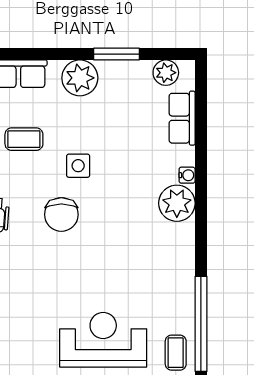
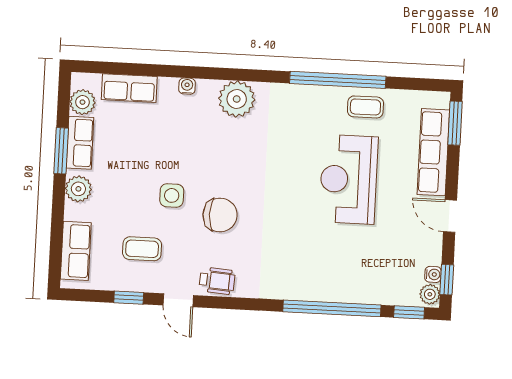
row of seats: (125, 72) -> (80, 143), added
plant: (80, 78) -> (78, 189), width x0.73, depth x0.73
coffee table: (24, 139) -> (142, 249), turned 90
plant: (177, 203) -> (237, 99), moved

